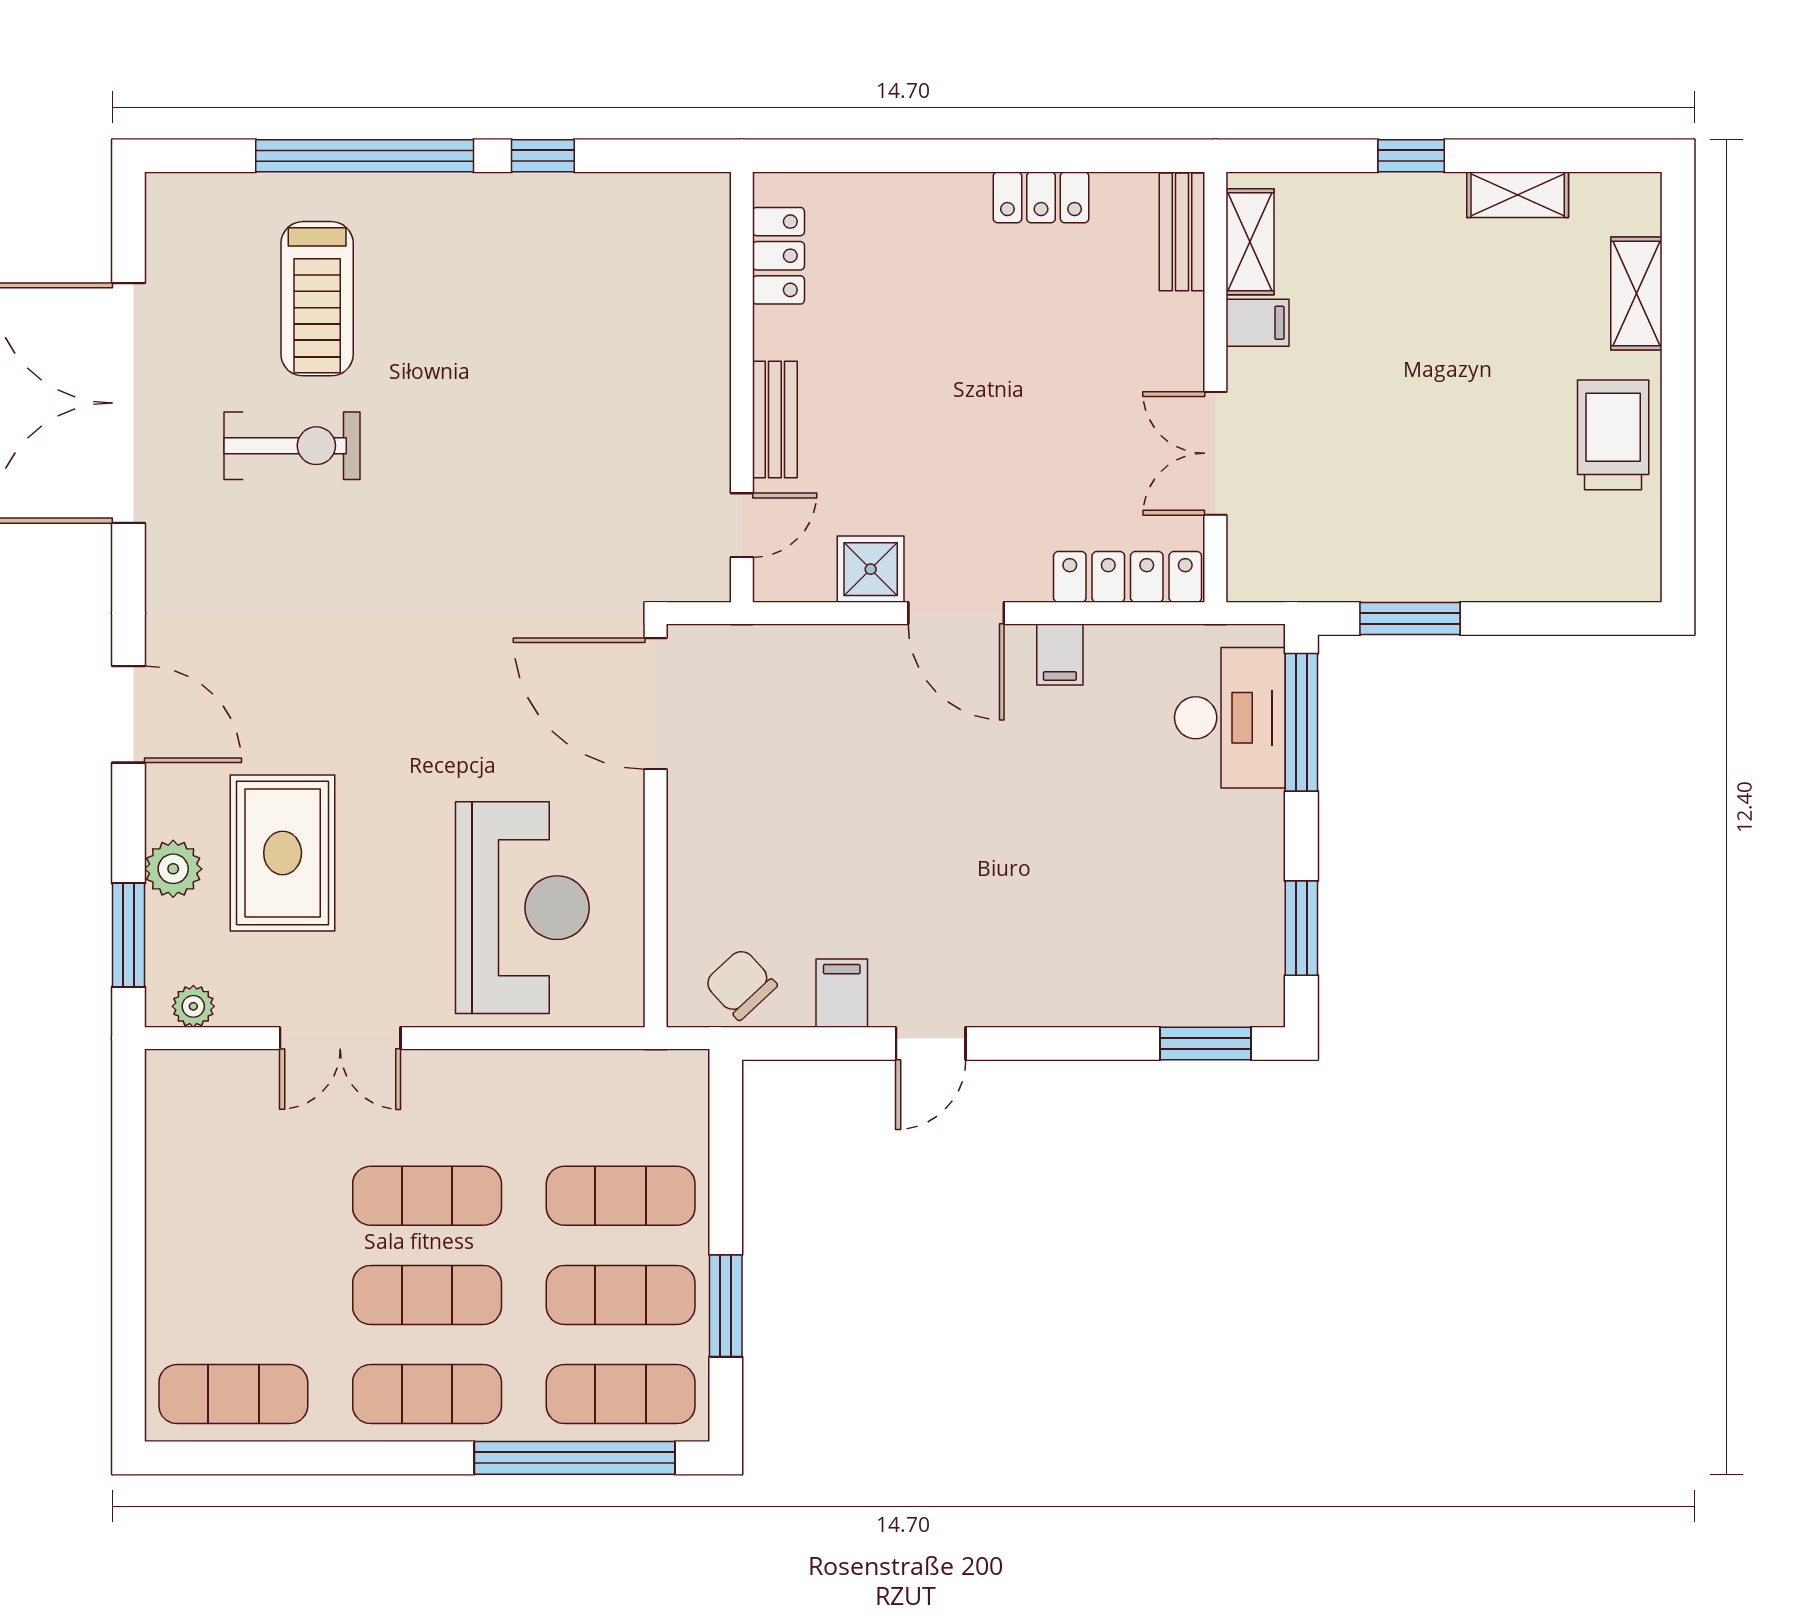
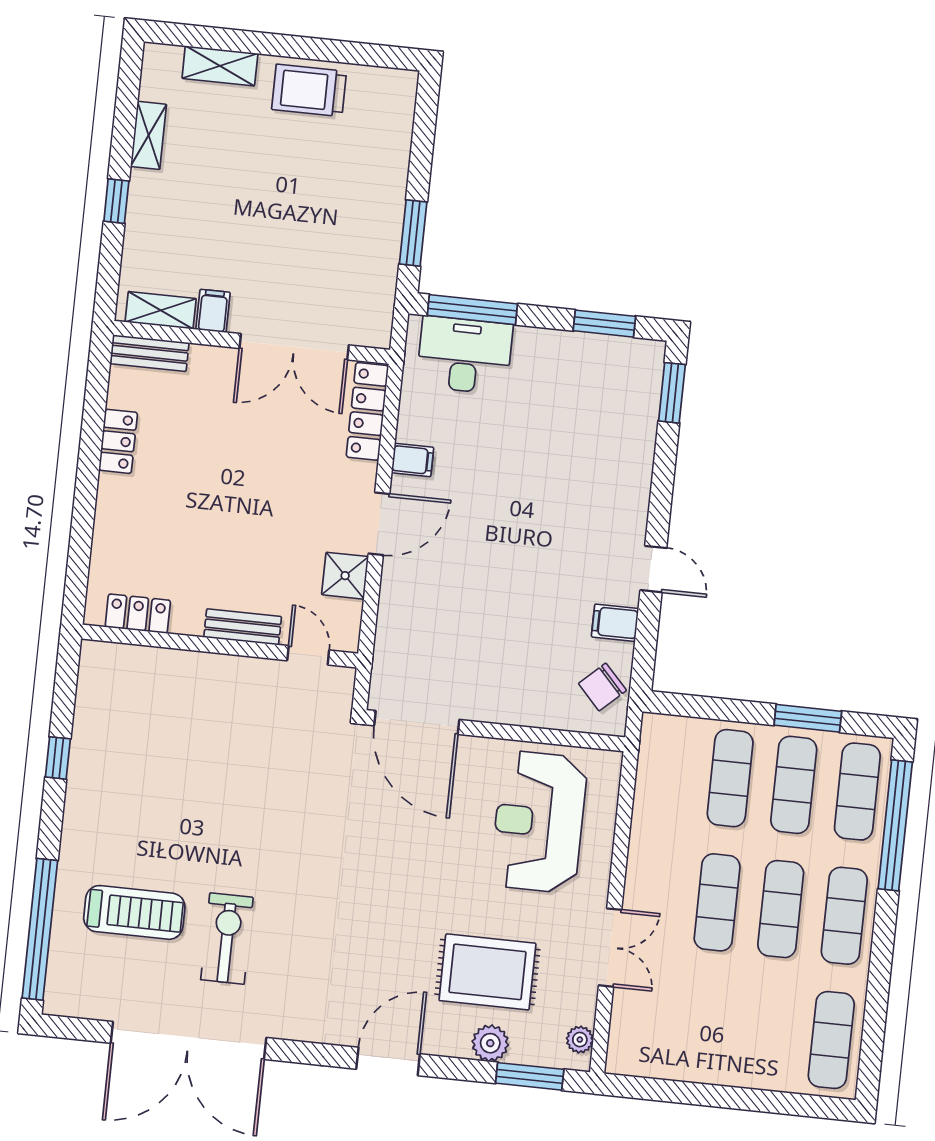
window: (365, 156) -> (40, 929), moved
double door: (1215, 453) -> (294, 347), width x1.37
door: (656, 704) -> (417, 723), hinge flipped
reception desk: (522, 908) -> (539, 822), turned -90

